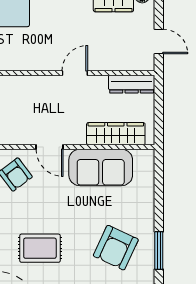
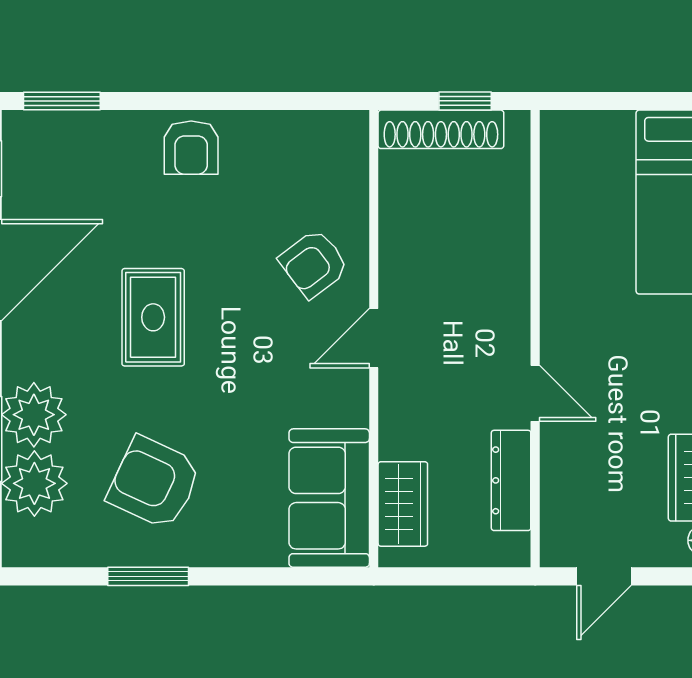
dresser: (132, 84) -> (511, 480), moved
wardrobe: (116, 134) -> (403, 504), width x0.67
sofa: (101, 167) -> (329, 498), moved

